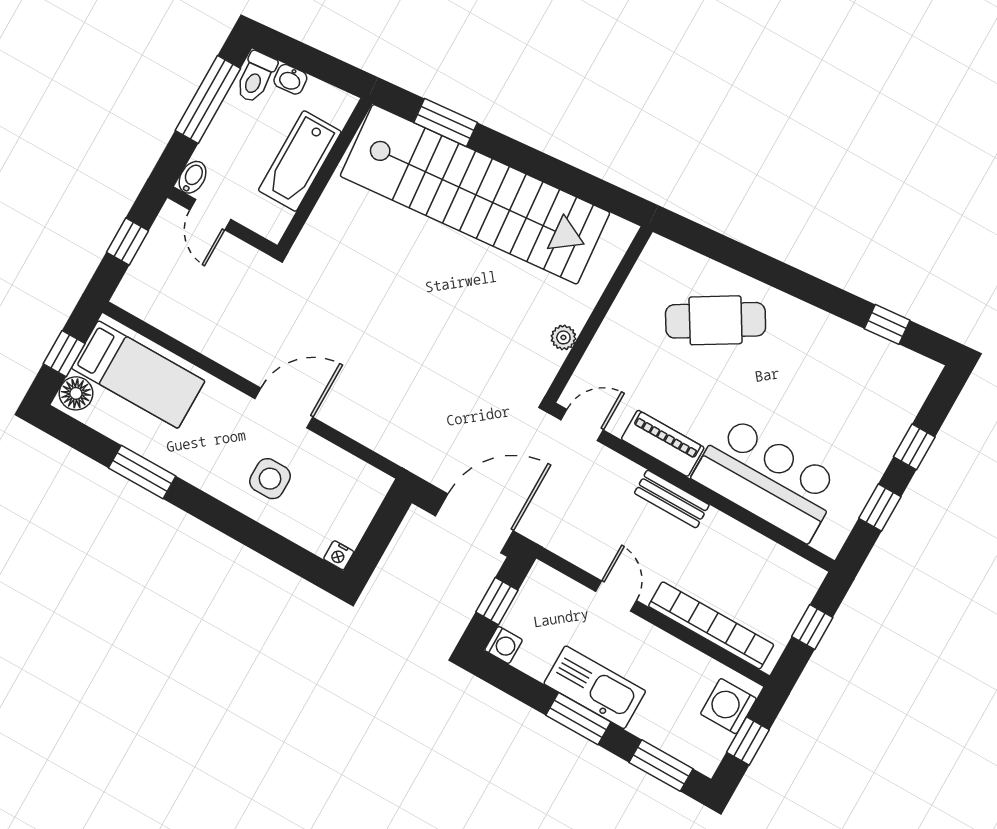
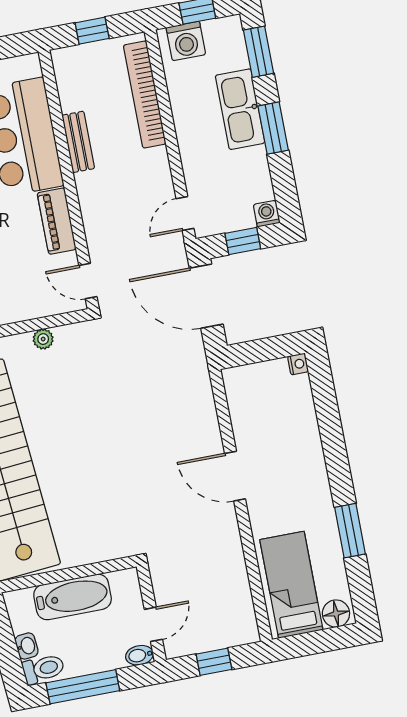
window: (64, 354) -> (318, 642), removed
side table: (270, 479) -> (286, 447), removed
bench: (672, 499) -> (78, 142), moved
door: (616, 596) -> (185, 213), moved
kitchen sink: (595, 687) -> (240, 109), moved

